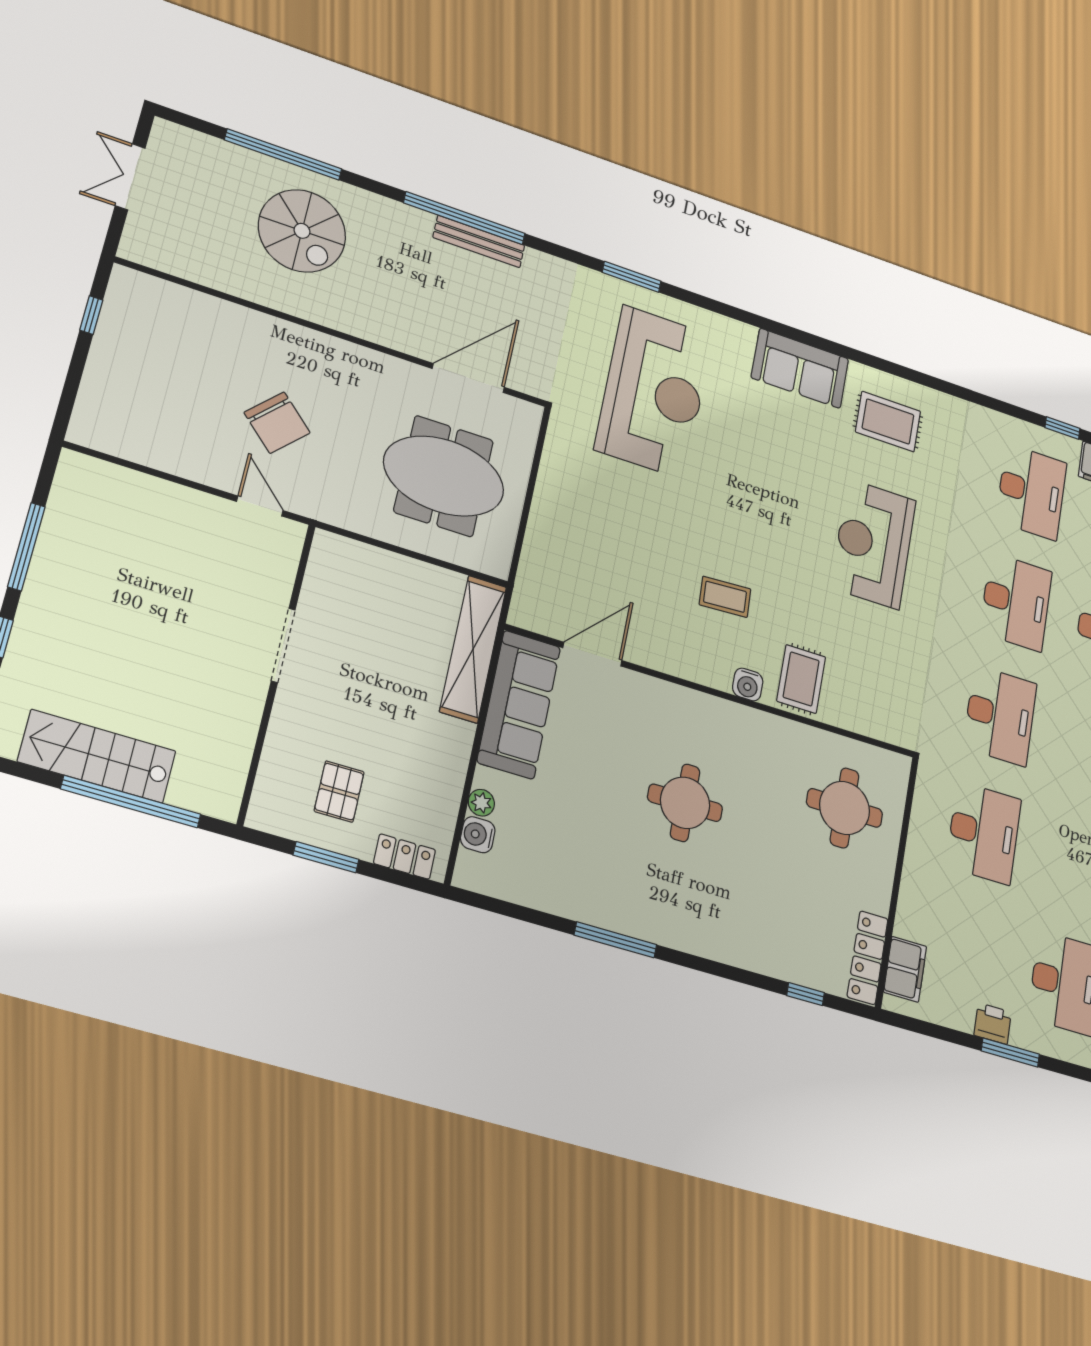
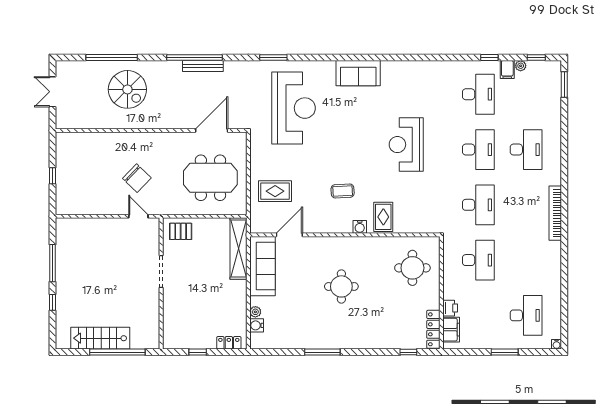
window: (91, 315) -> (52, 176), moved
rug: (888, 422) -> (275, 191), moved
pallet: (339, 792) -> (181, 231), moved, turned 90
window: (326, 857) -> (198, 352), width x0.67
printer: (993, 1024) -> (450, 308), moved, turned 90

